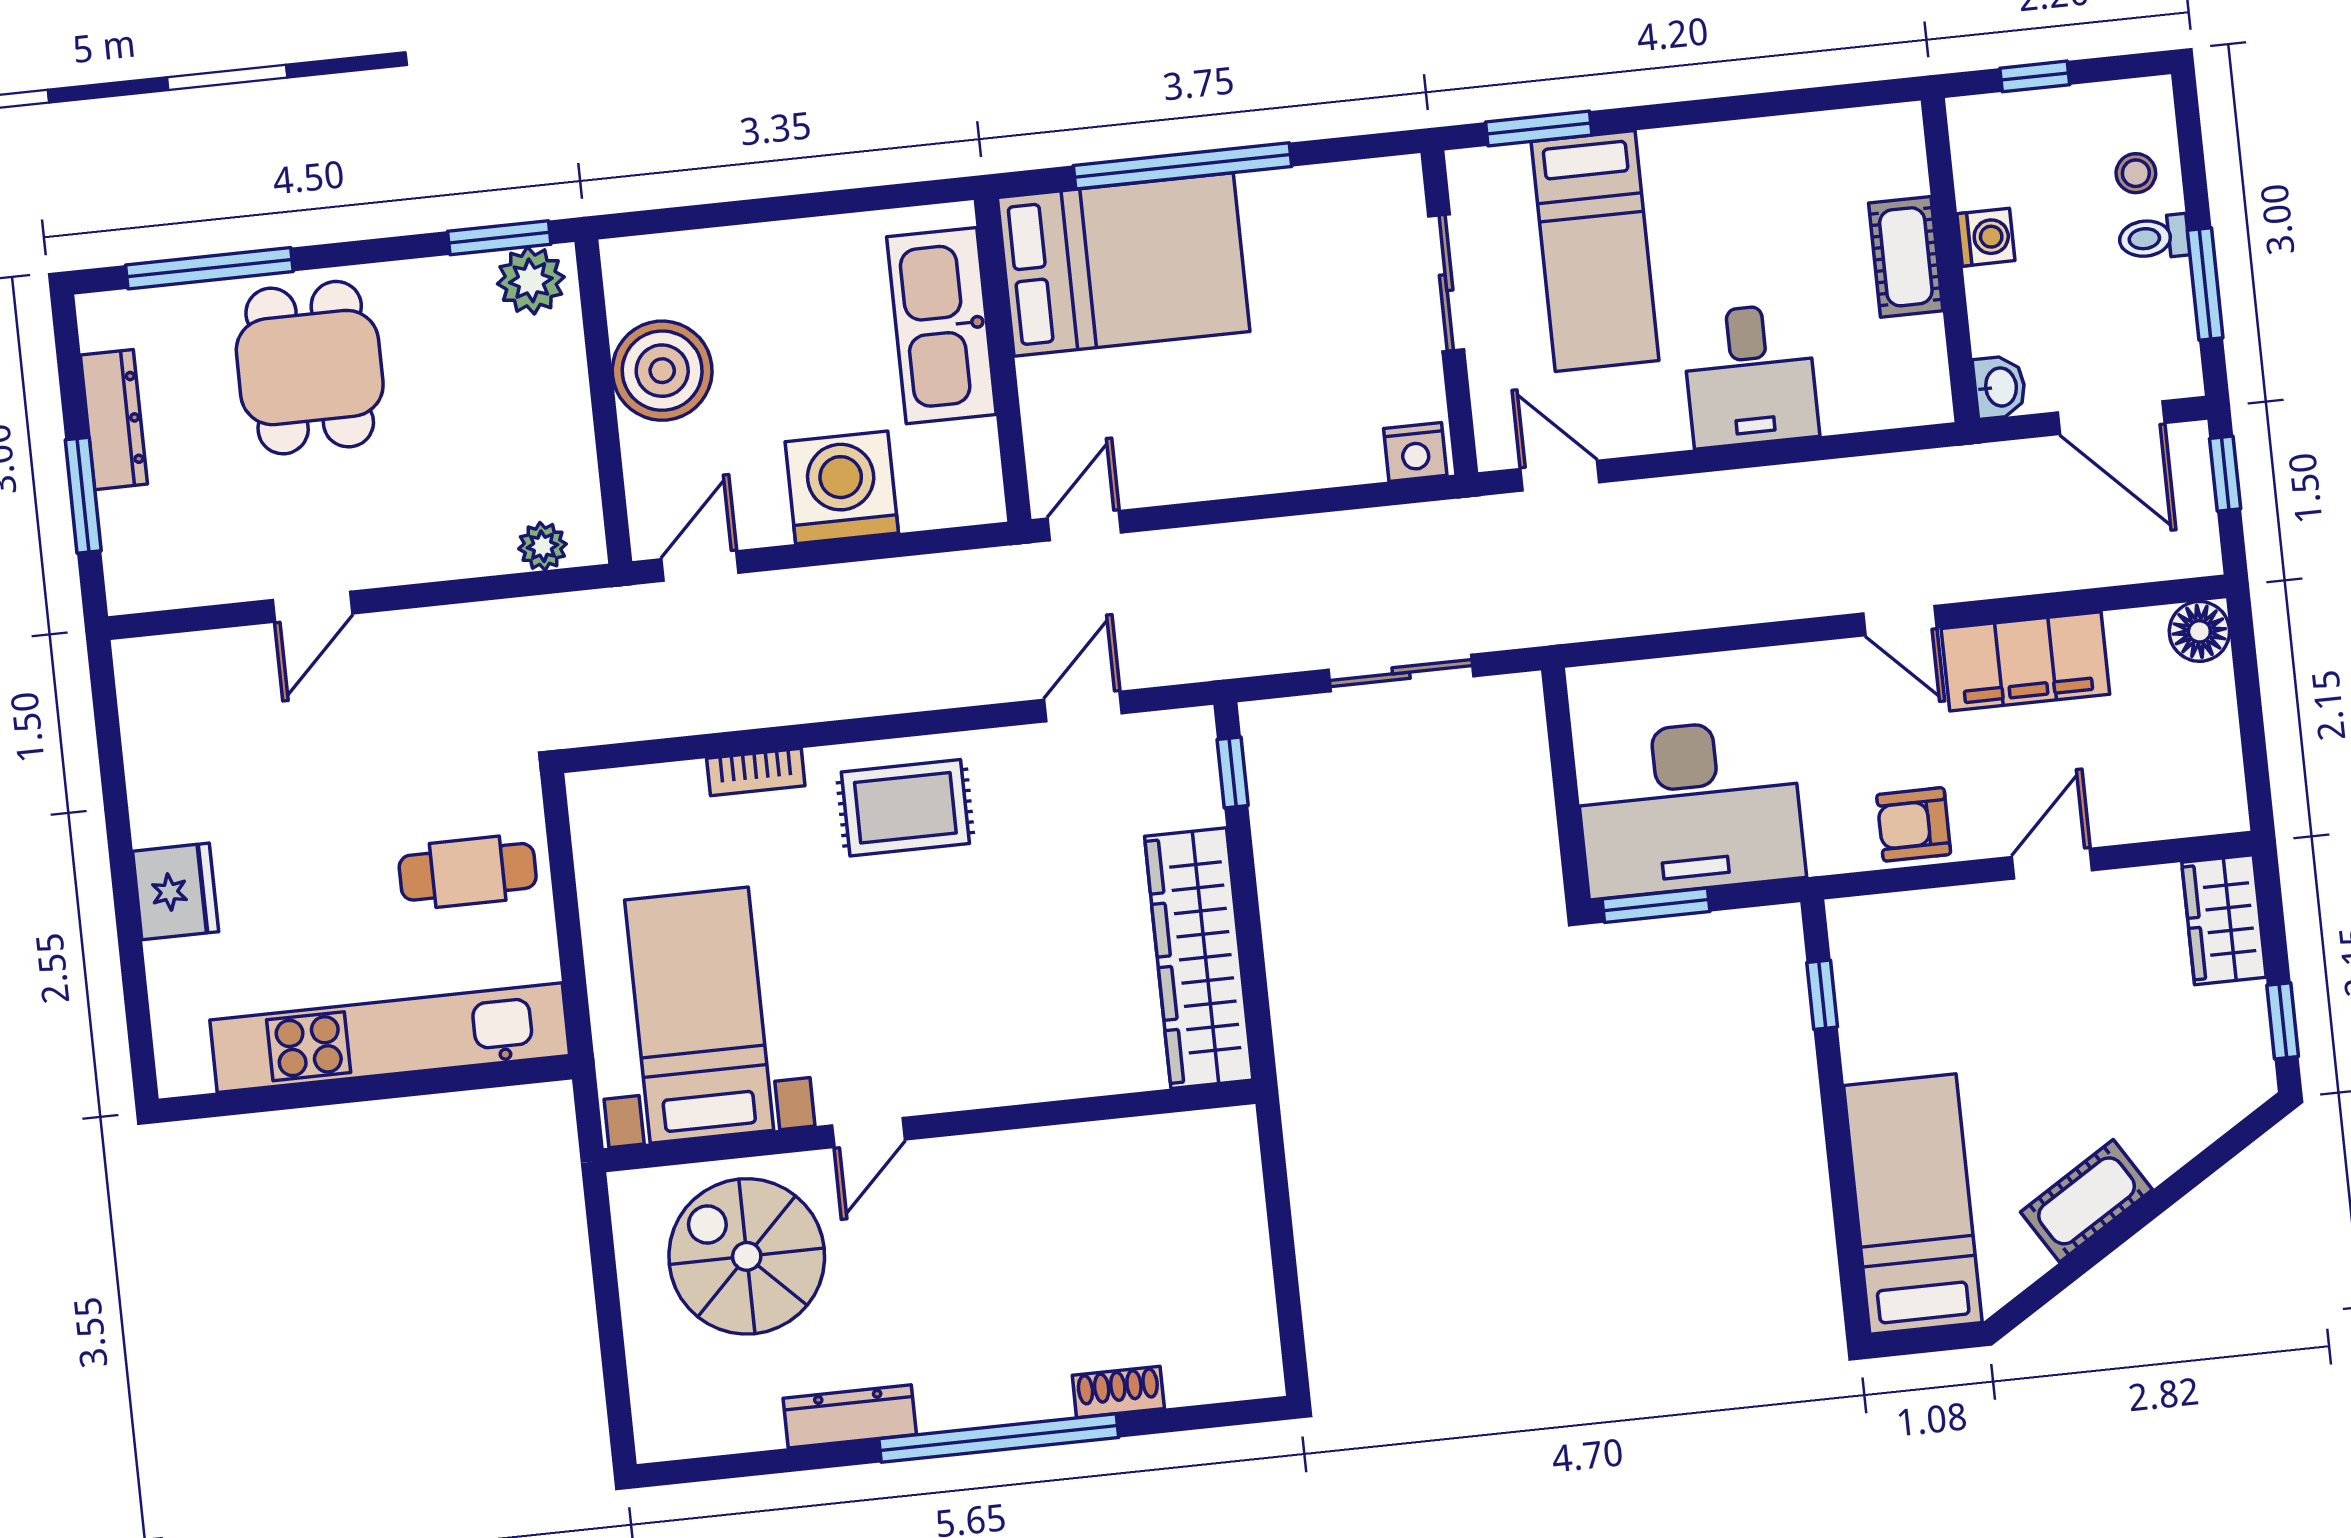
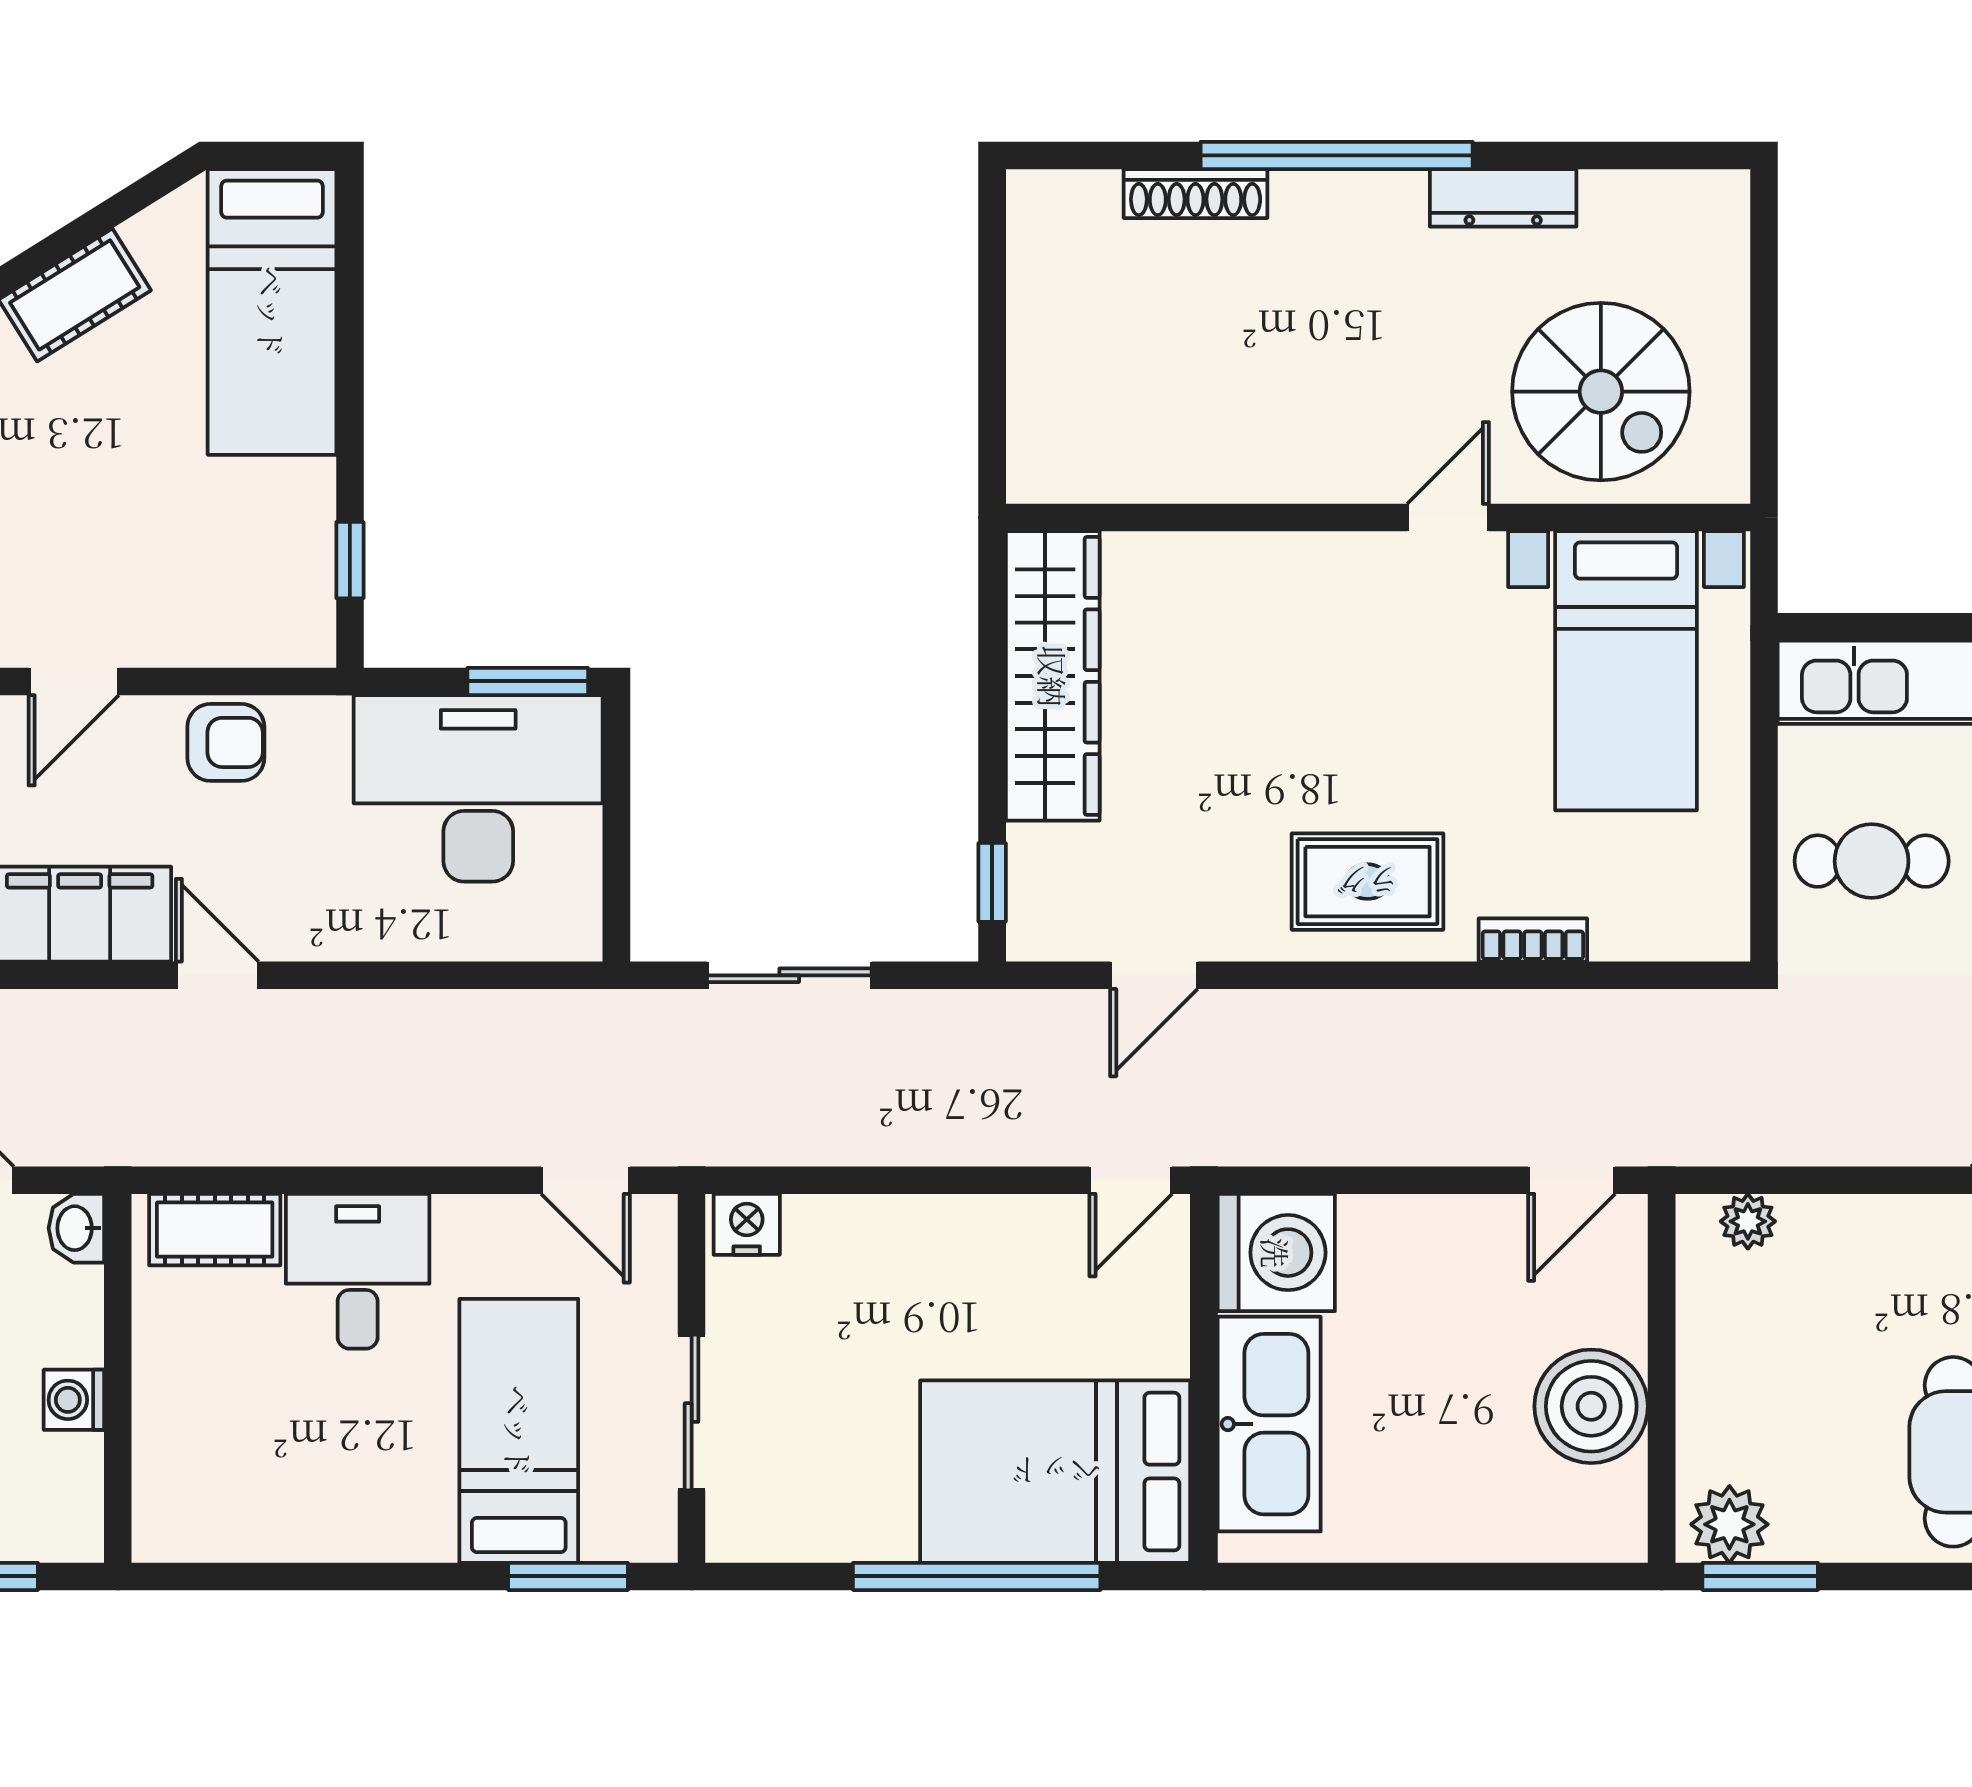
cot: (1906, 257) -> (215, 1230), moved, turned 90
washing machine: (842, 487) -> (1276, 1253), moved, turned -90
shoe rack: (1118, 1392) -> (1196, 194), width x1.43

